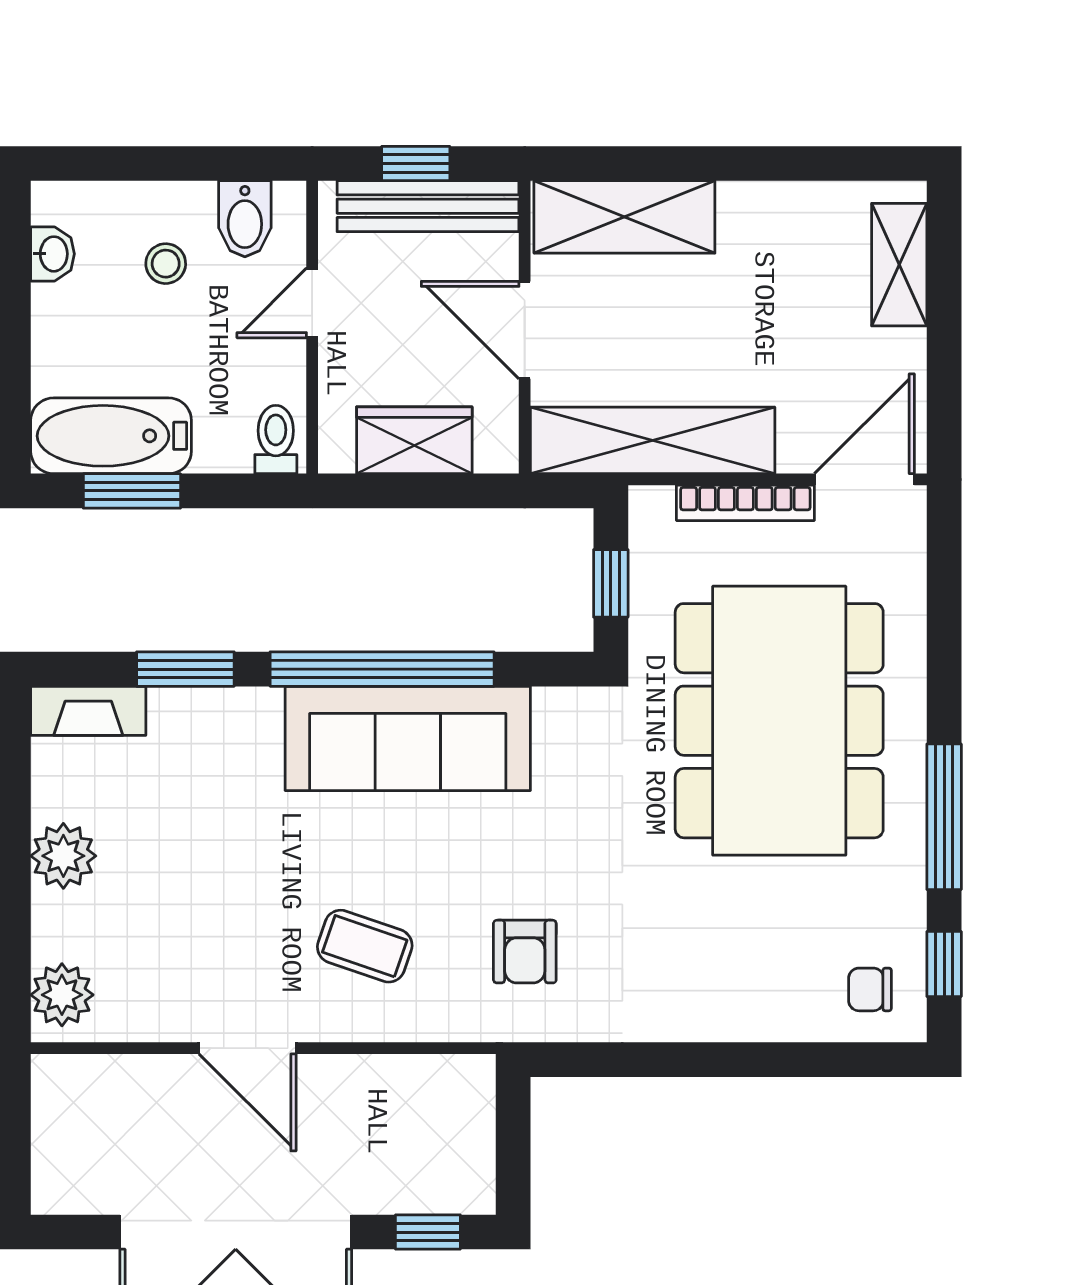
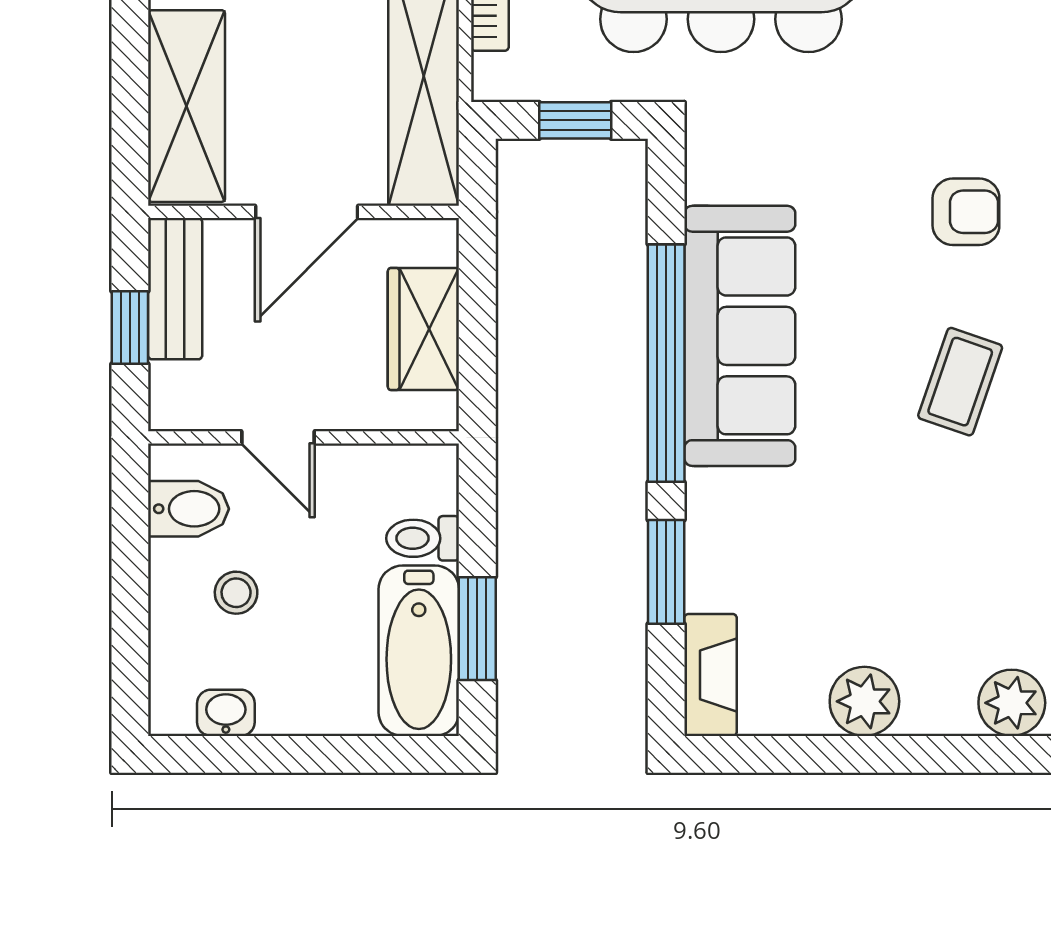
bench: (428, 206) -> (175, 289), width x0.73
toilet: (276, 439) -> (423, 538), moved

